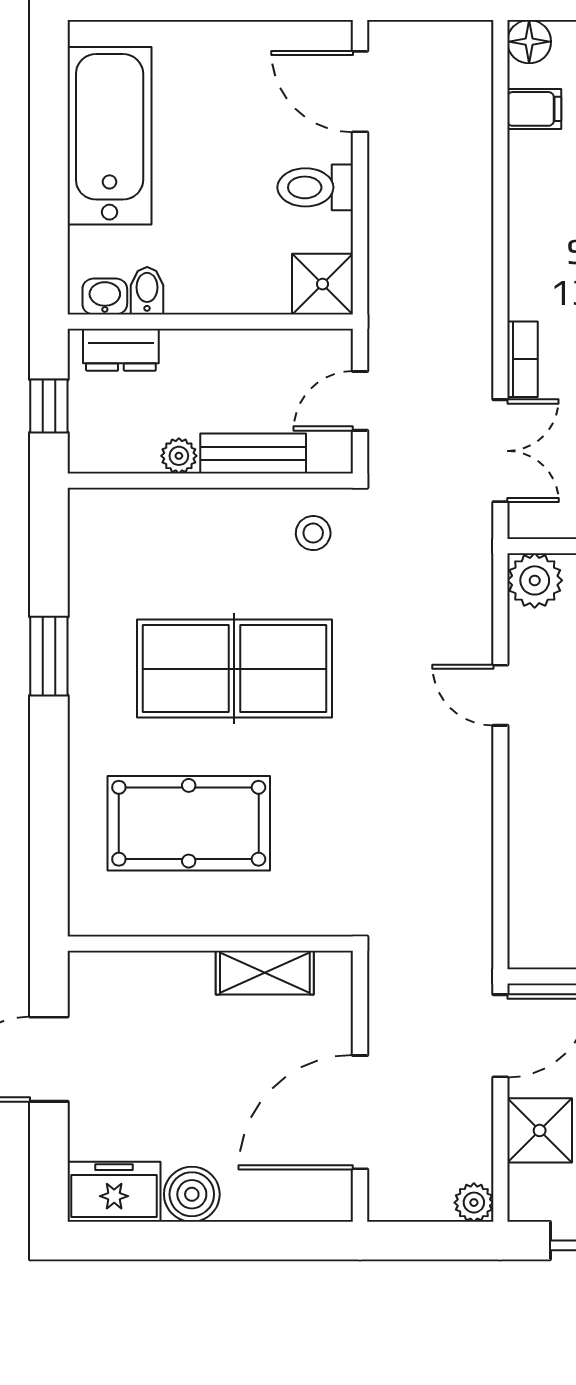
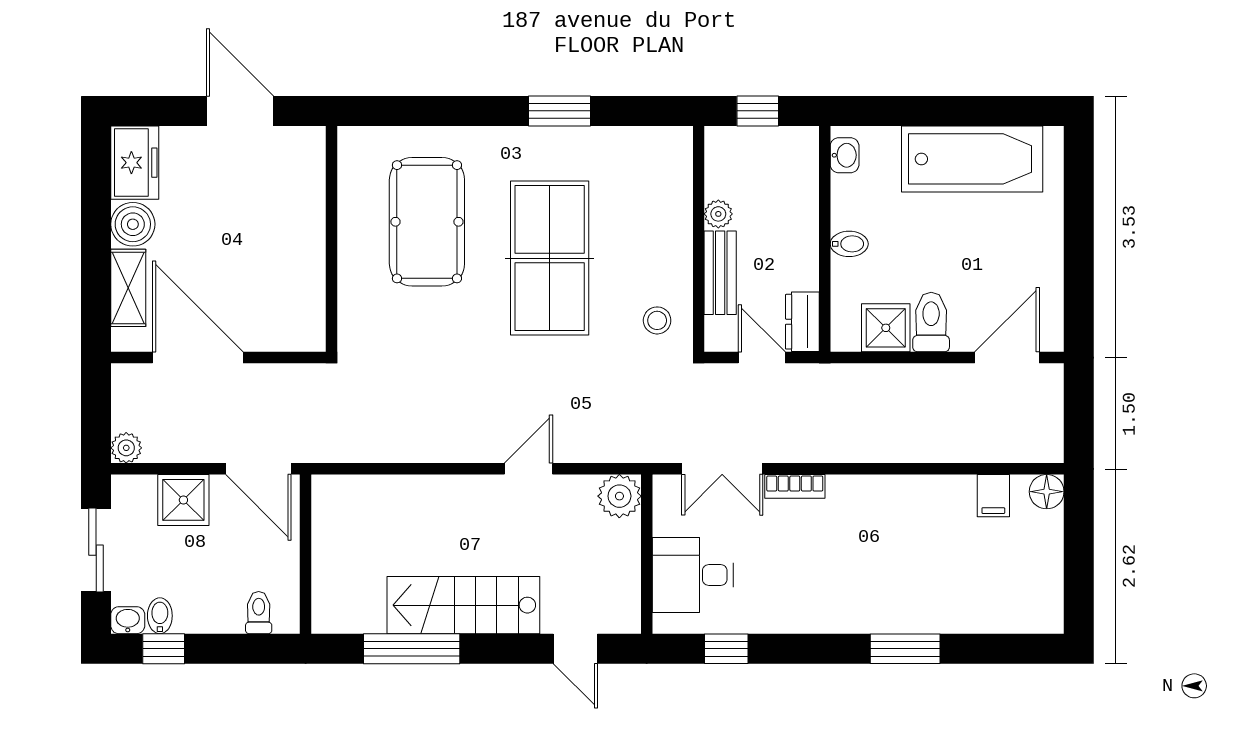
shower: (323, 284) -> (886, 328), moved
bidet: (147, 291) -> (849, 244), moved
dresser: (121, 350) -> (802, 322), moved
shelving: (265, 973) -> (128, 288), moved

